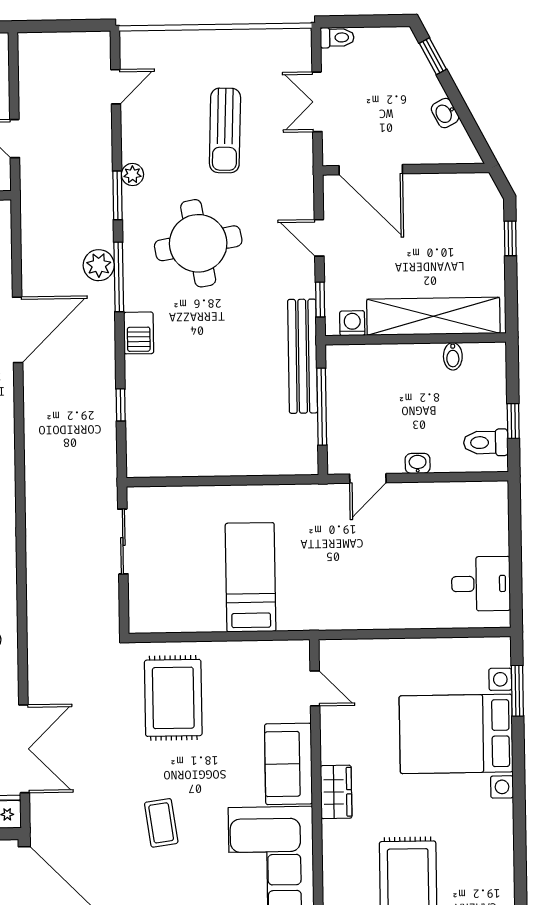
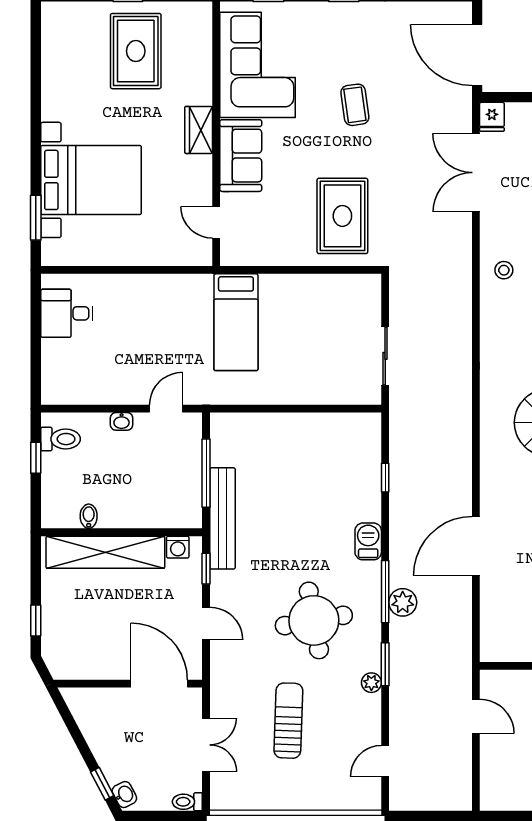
washbasin: (445, 113) -> (124, 795), moved
bed: (251, 577) -> (236, 322), moved

